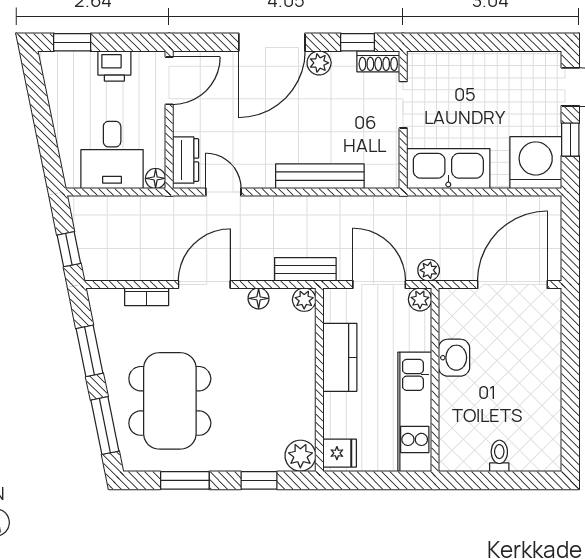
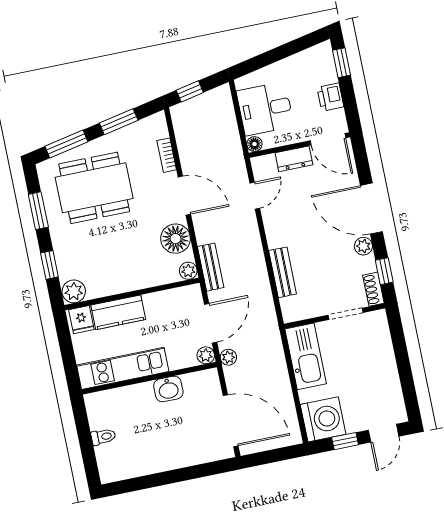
dresser: (186, 160) -> (294, 159), moved
bench: (320, 176) -> (283, 272), width x0.73
floor lamp: (259, 298) -> (176, 239), width x1.89, depth x1.89
kitchen counter: (340, 357) -> (118, 312), moved

